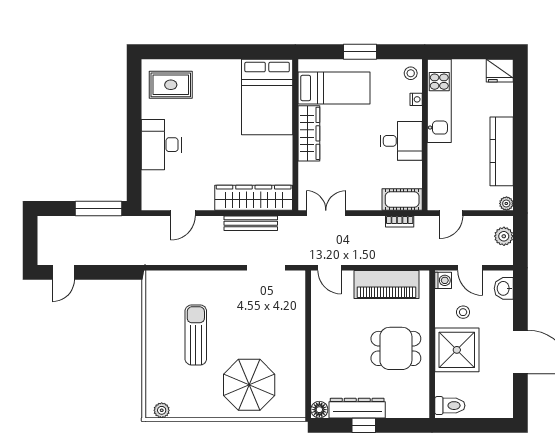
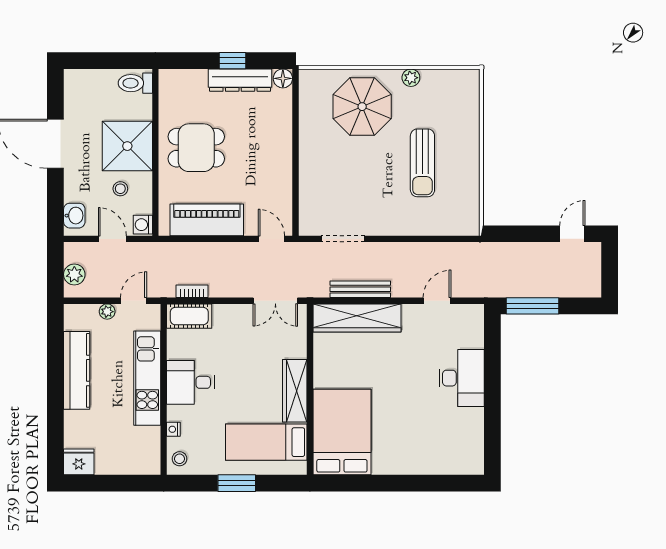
rug: (171, 85) -> (451, 446), removed
kitchen unit: (439, 101) -> (147, 378), moved
plant: (506, 203) -> (107, 312), moved
plant: (162, 410) -> (411, 78), moved

